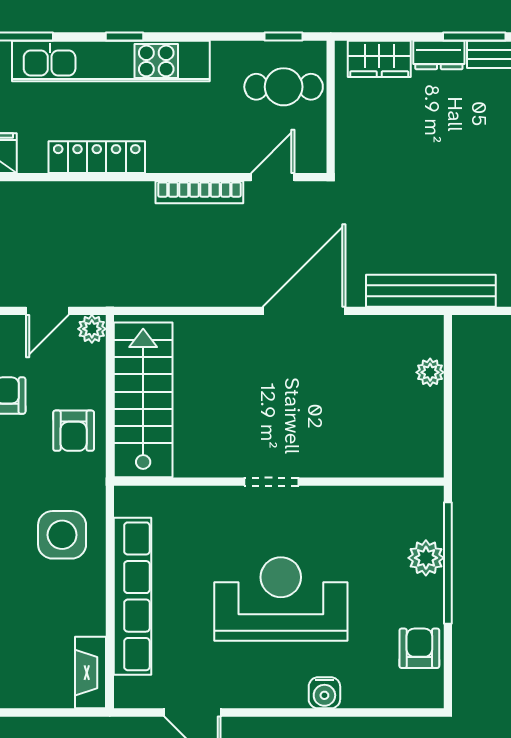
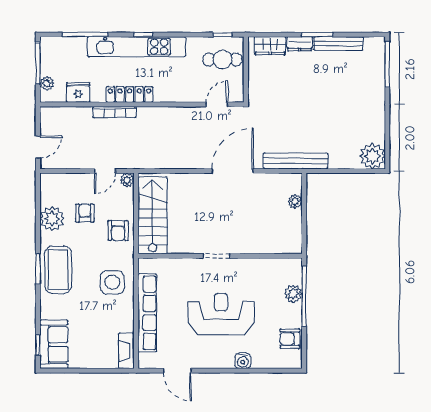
bookcase: (199, 192) -> (114, 112), moved
armchair: (419, 648) -> (290, 339), turned -90

